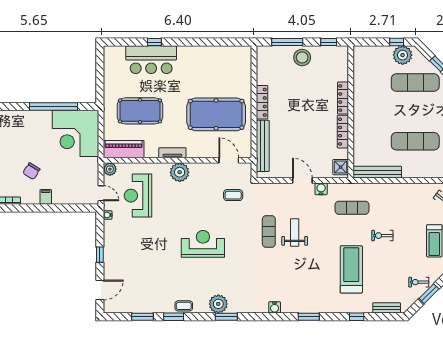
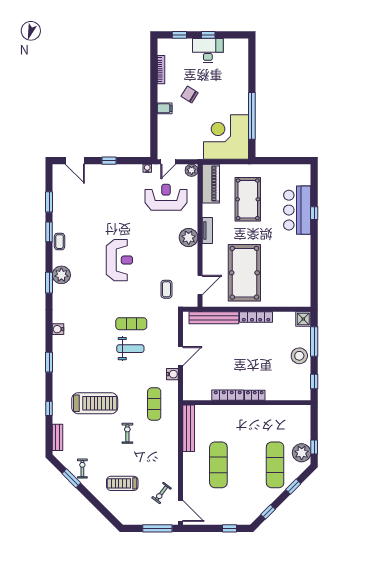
locker: (343, 98) -> (255, 395), width x0.66
shower: (341, 167) -> (303, 319), moved

